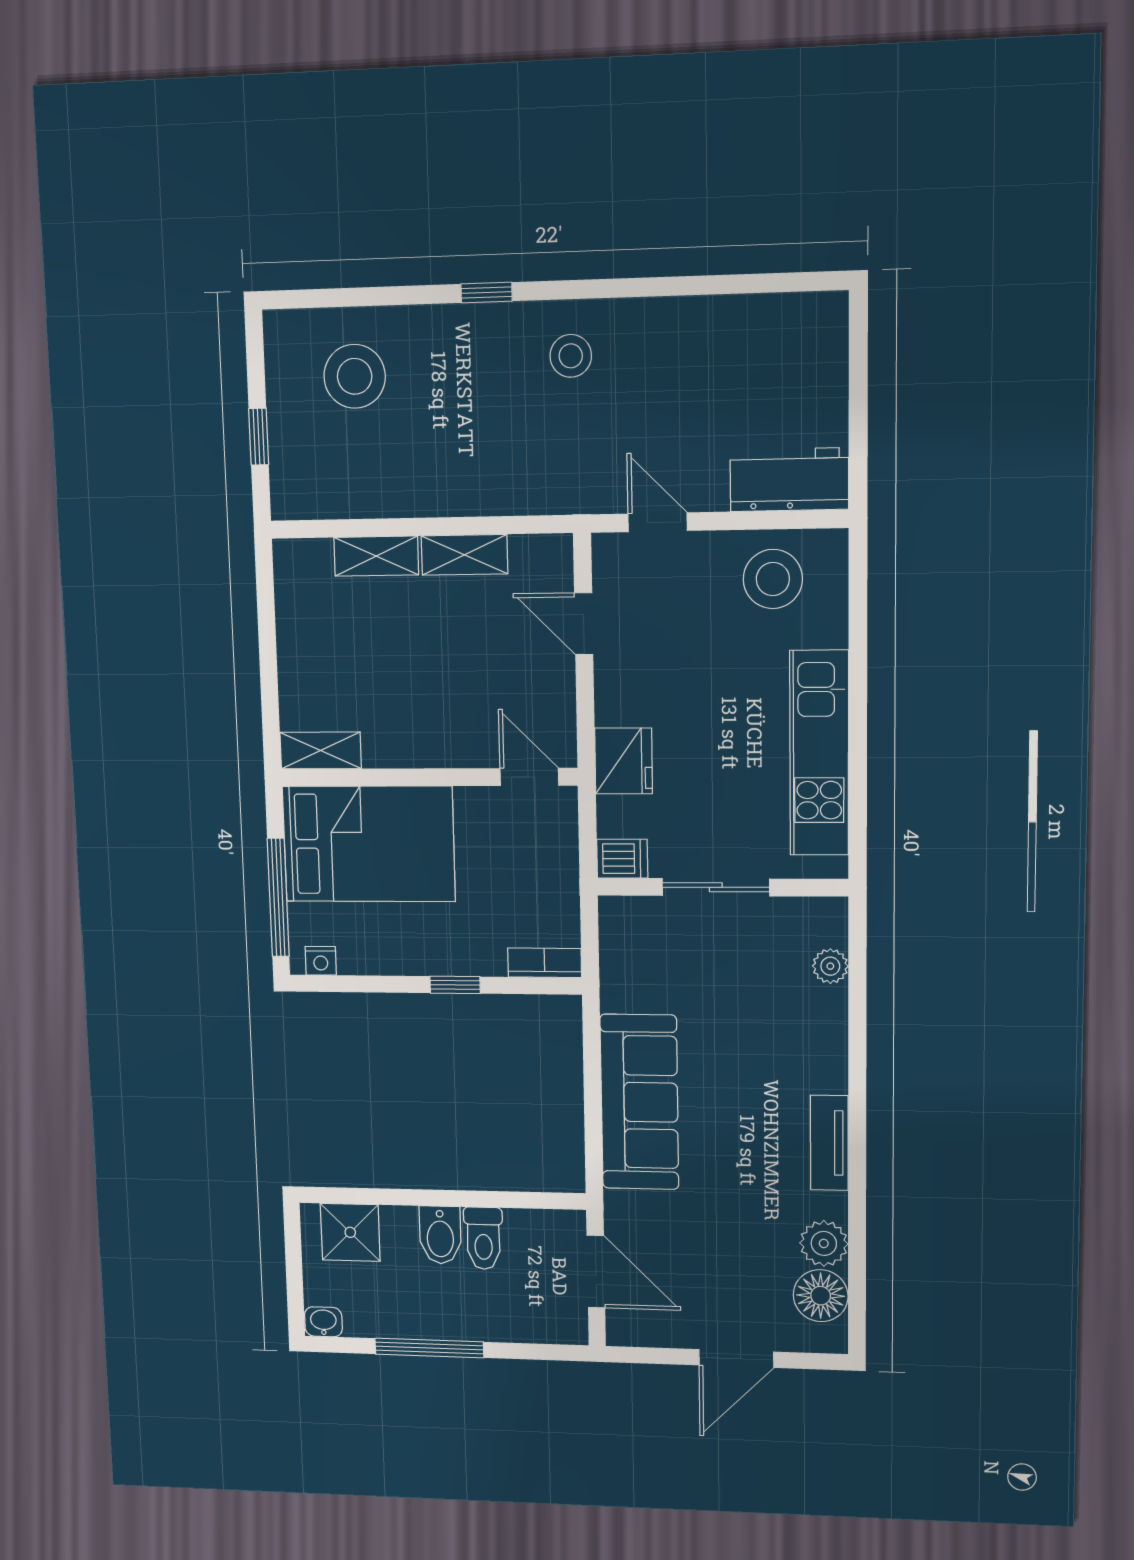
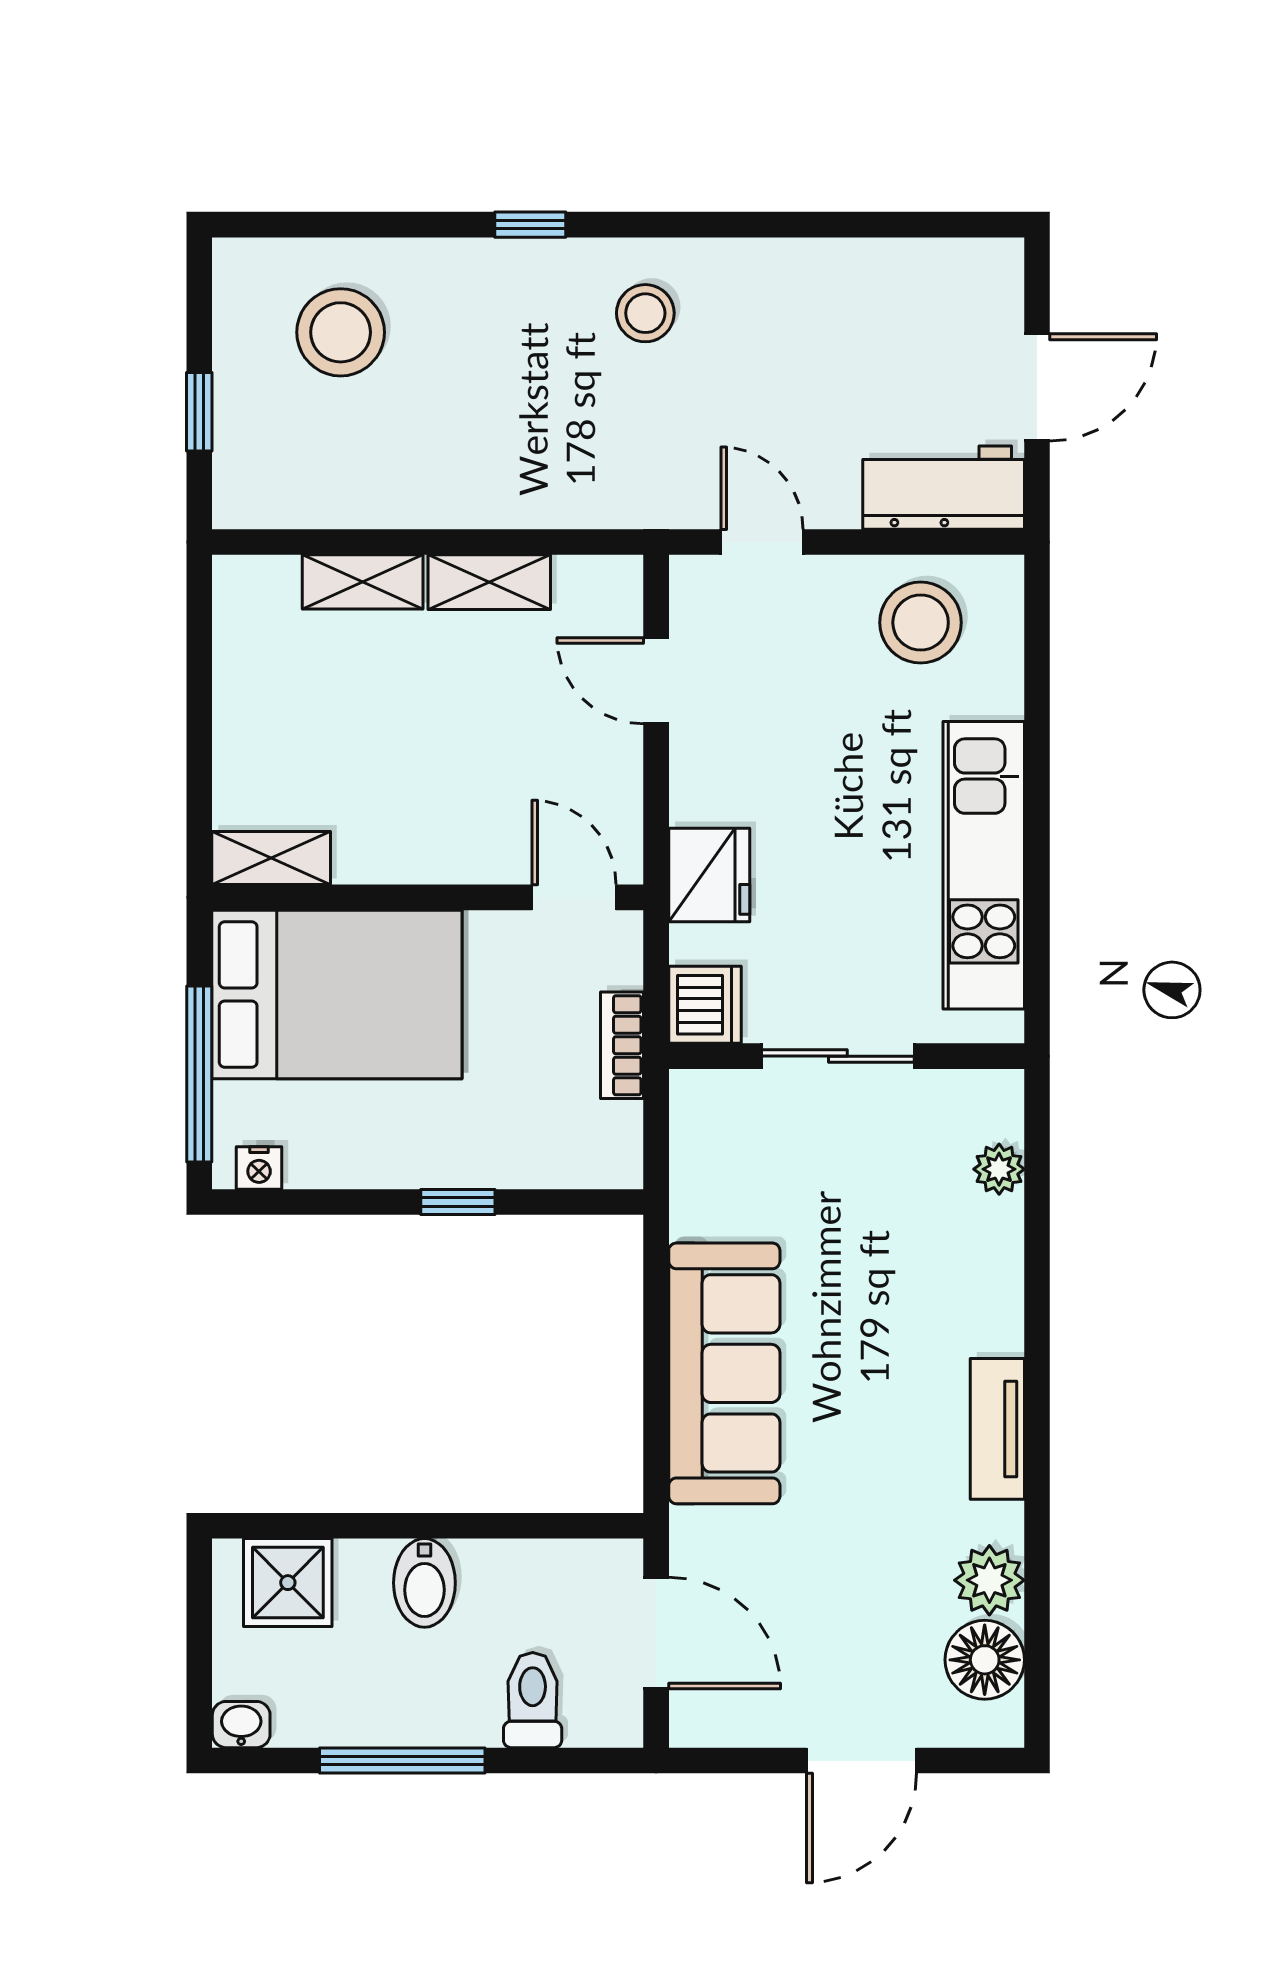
door: (858, 403) -> (1037, 387), added
dishwasher: (622, 859) -> (705, 1005), width x1.38
bookcase: (545, 963) -> (622, 1045), moved, turned -90
toilet: (483, 1238) -> (533, 1700), moved, turned 180

